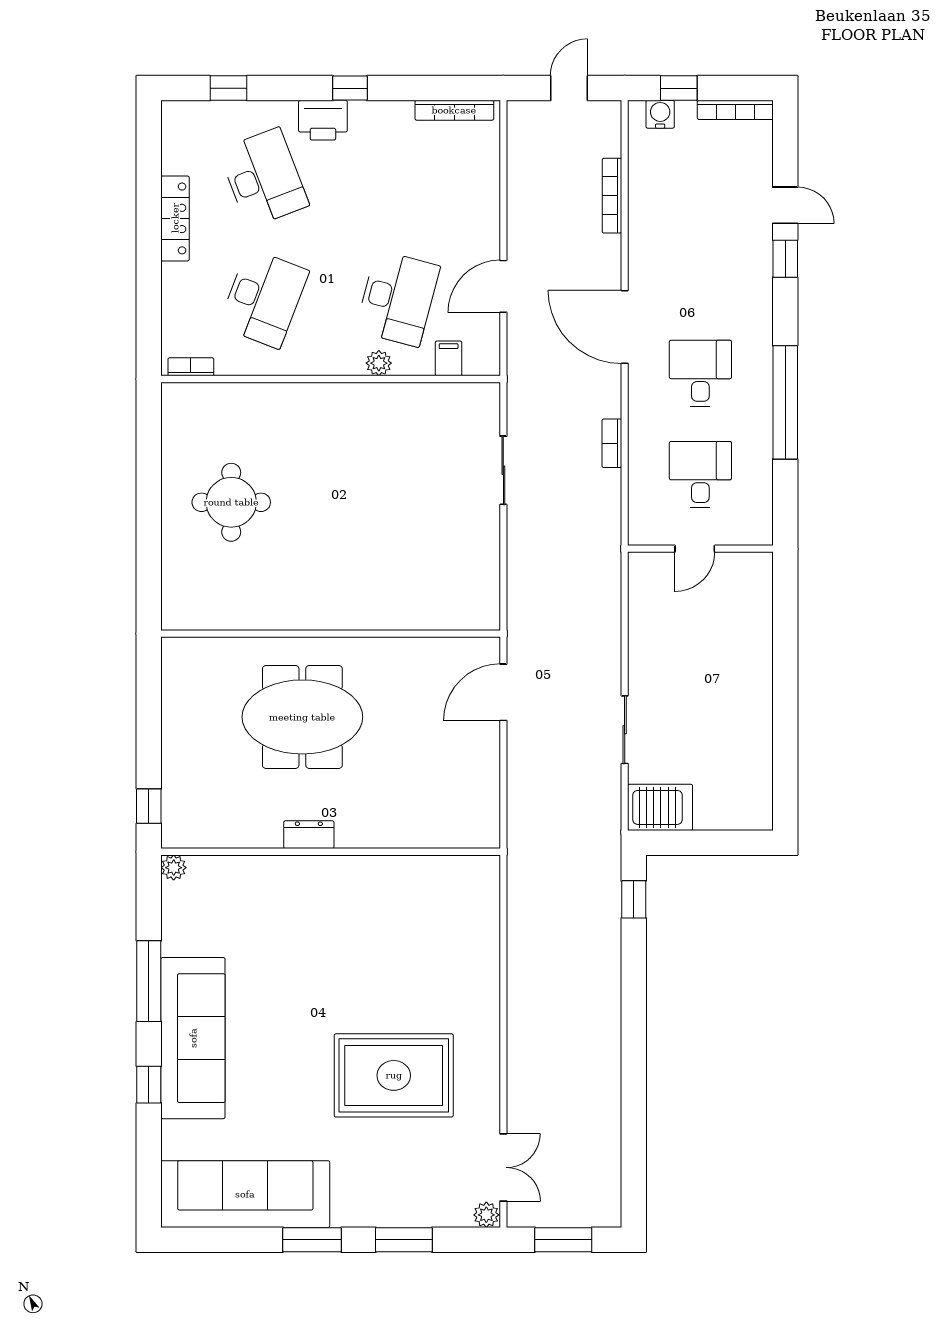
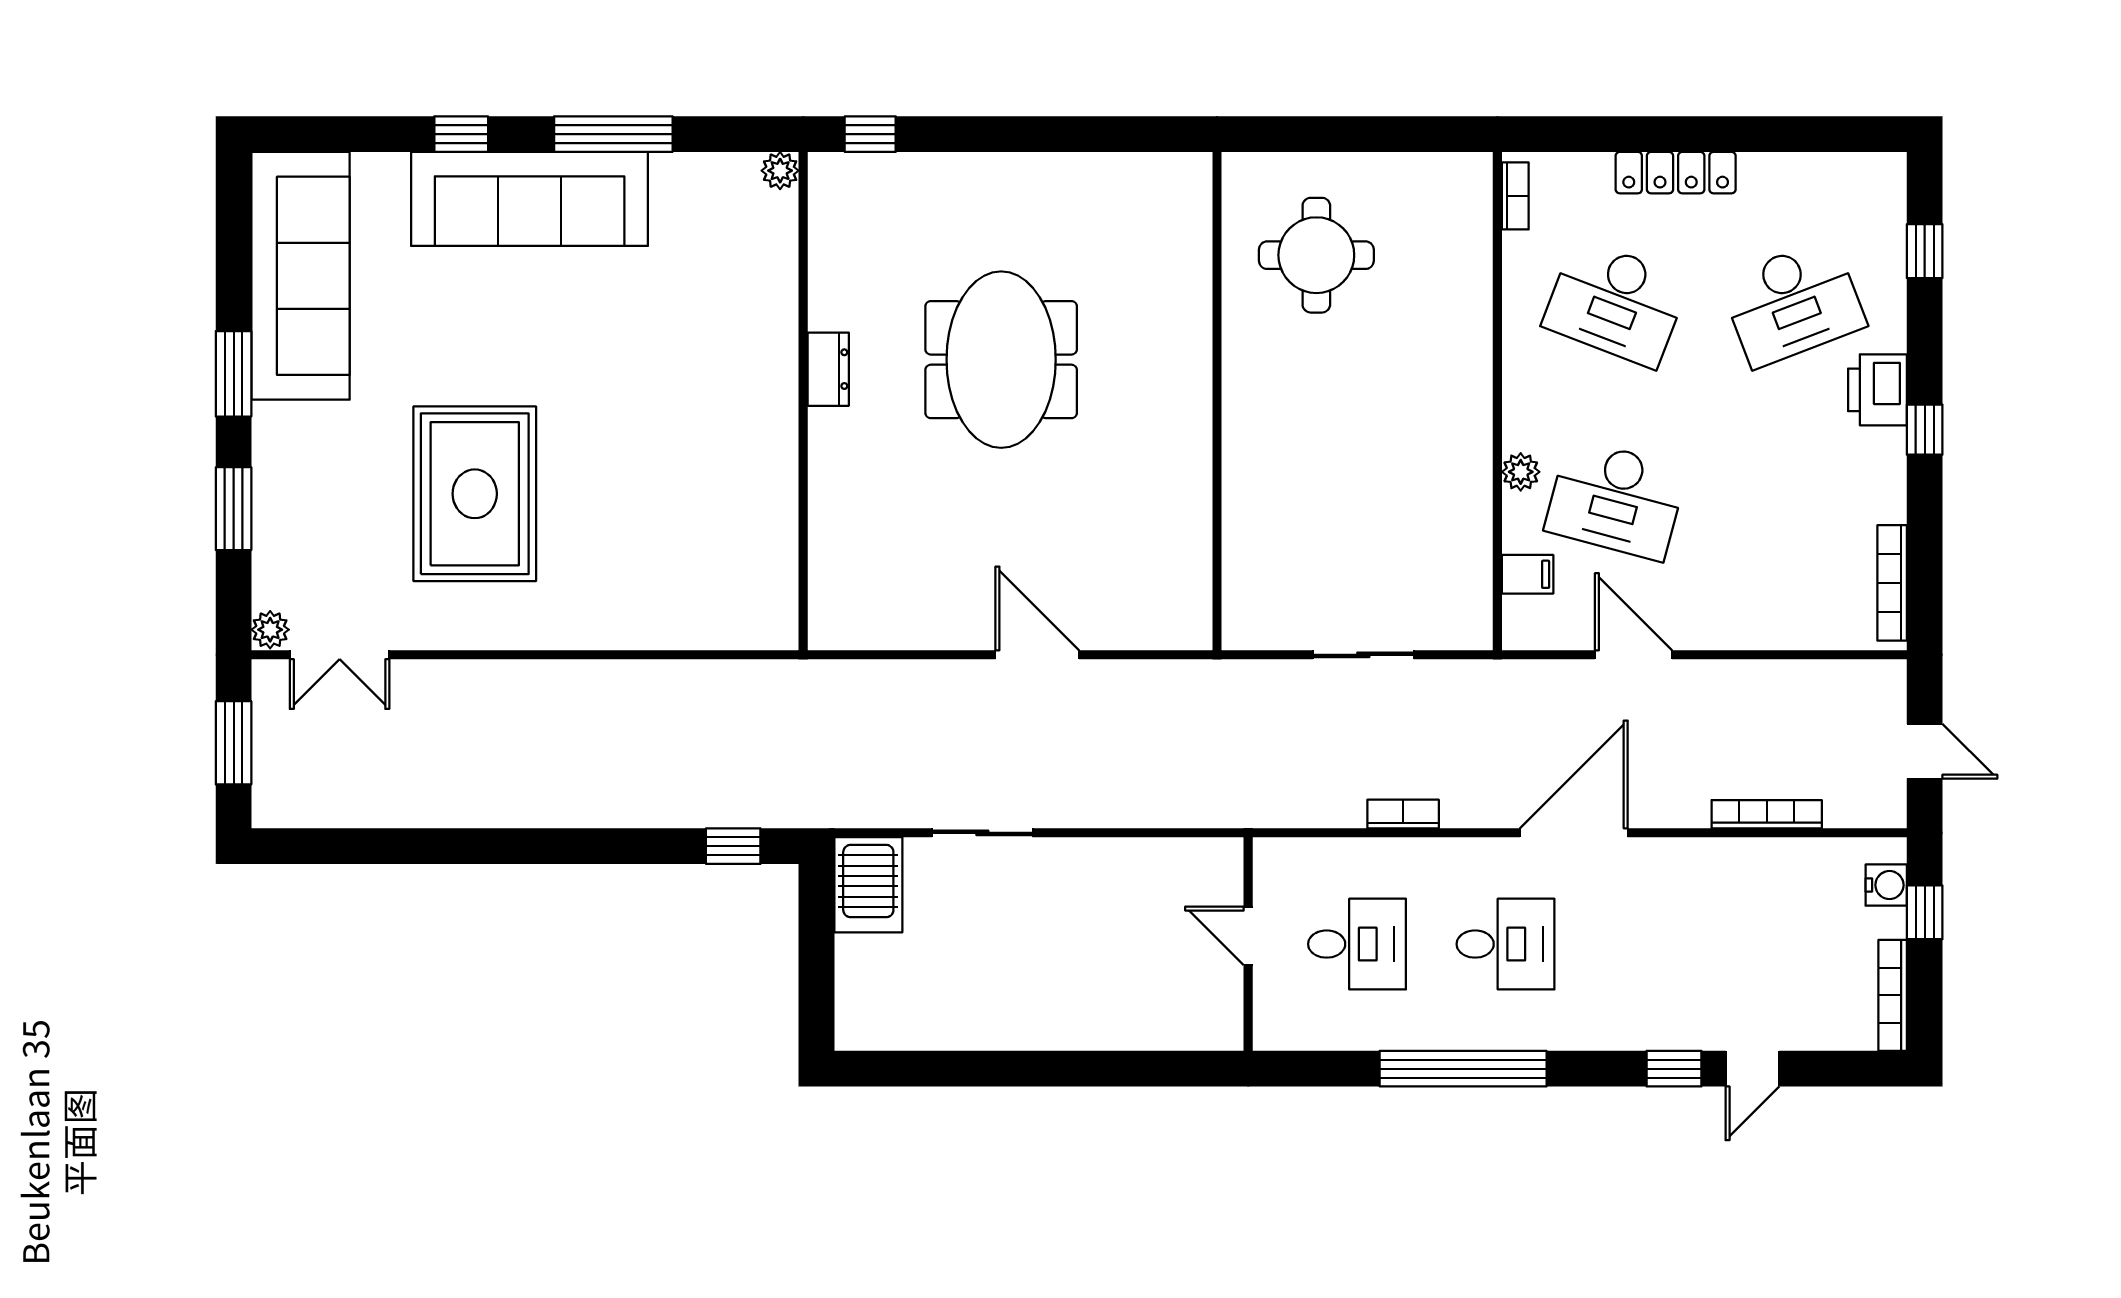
locker: (175, 218) -> (1676, 173), moved
wall: (331, 634) -> (1217, 401), moved

